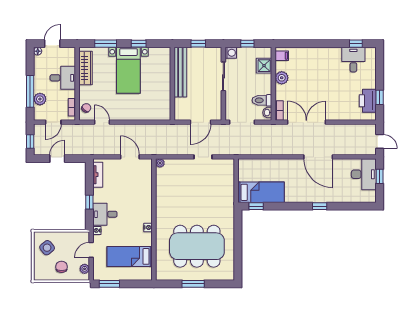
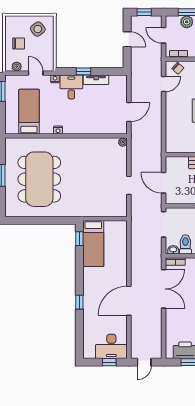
tv unit: (98, 175) -> (96, 80), moved

